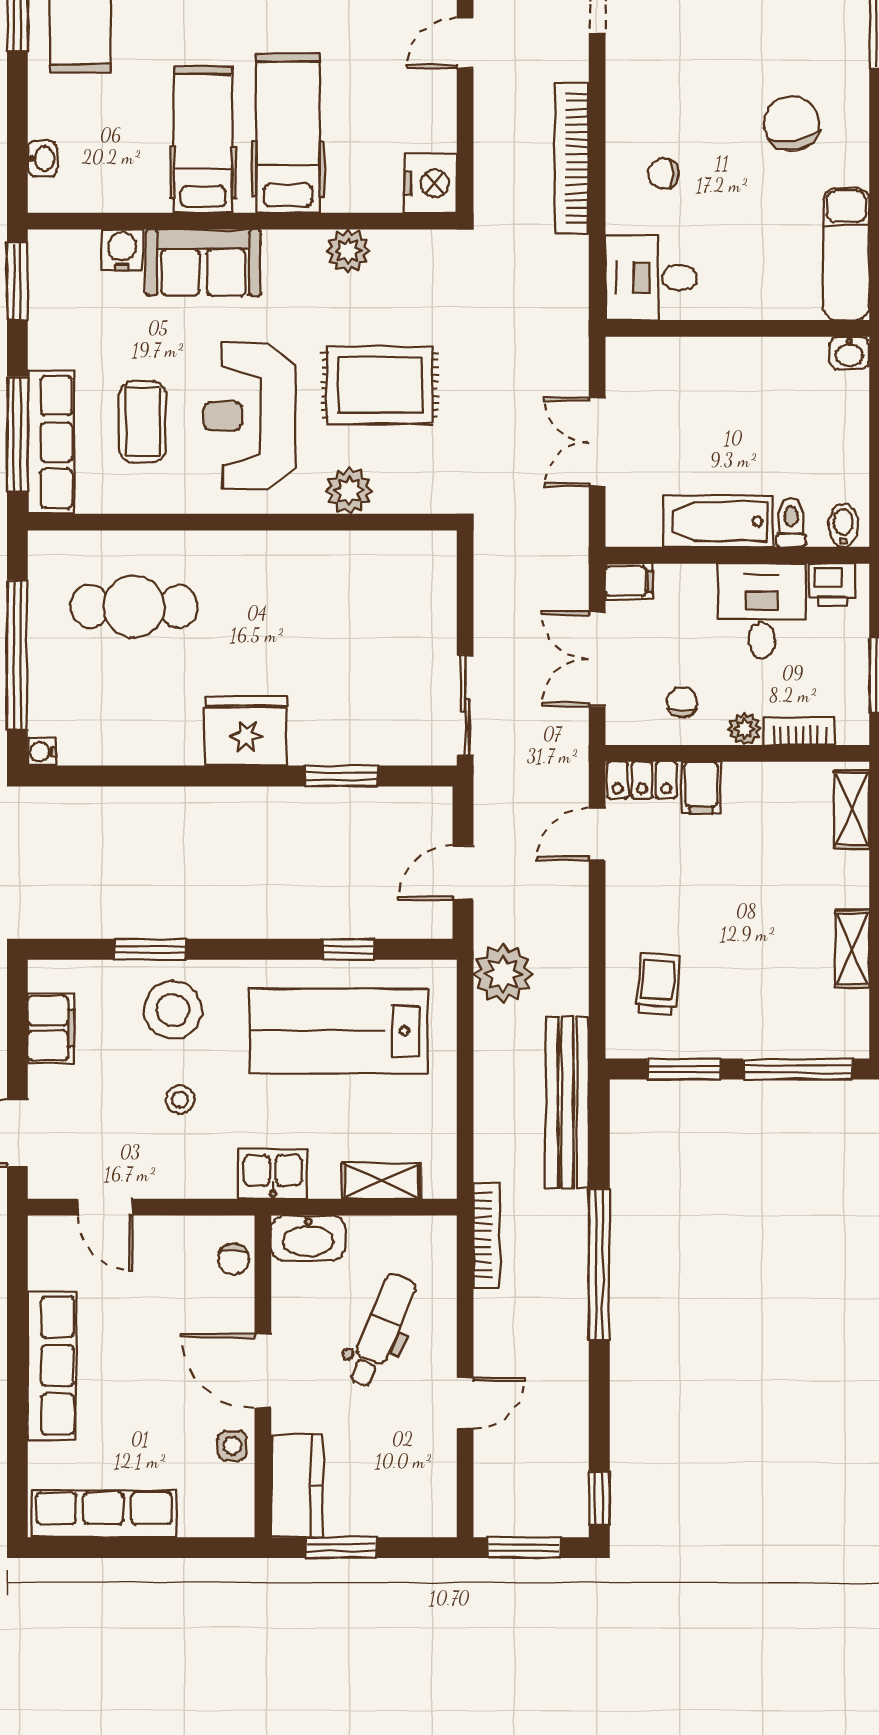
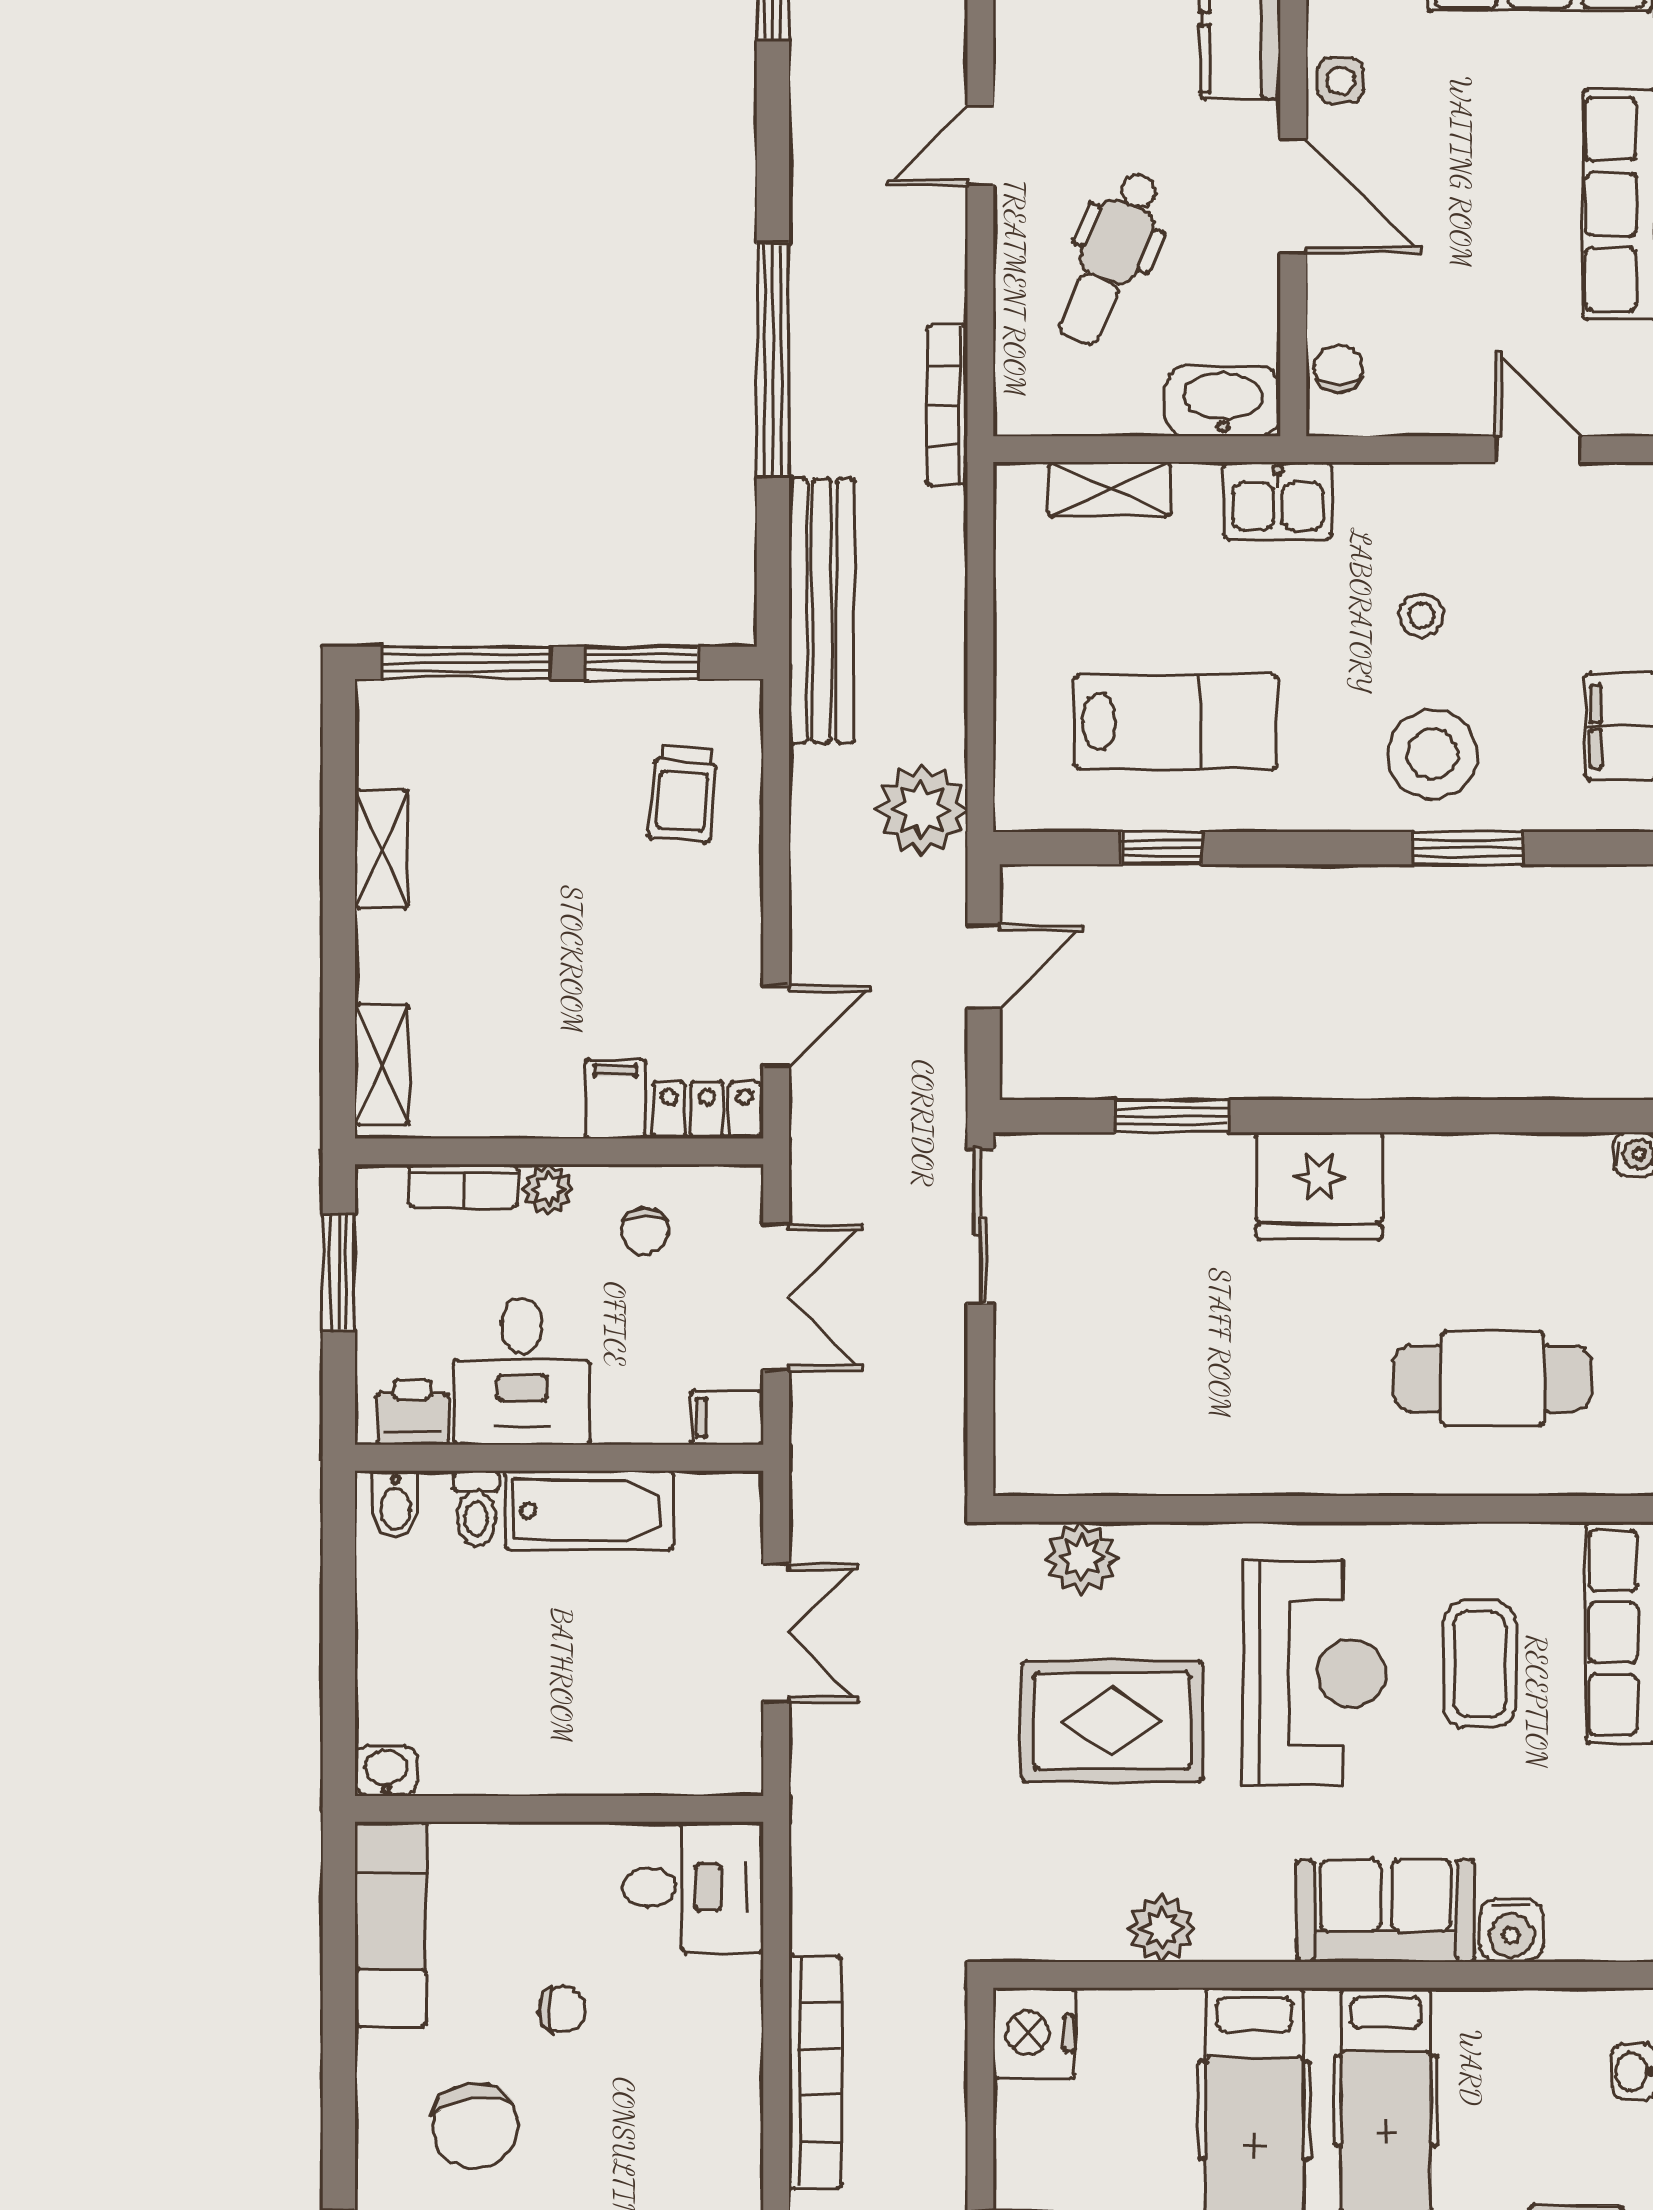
chair: (663, 174) -> (562, 2009), moved
plant: (349, 491) -> (1082, 1558), moved
lab bench: (339, 1031) -> (1176, 722), width x0.73, depth x0.72

